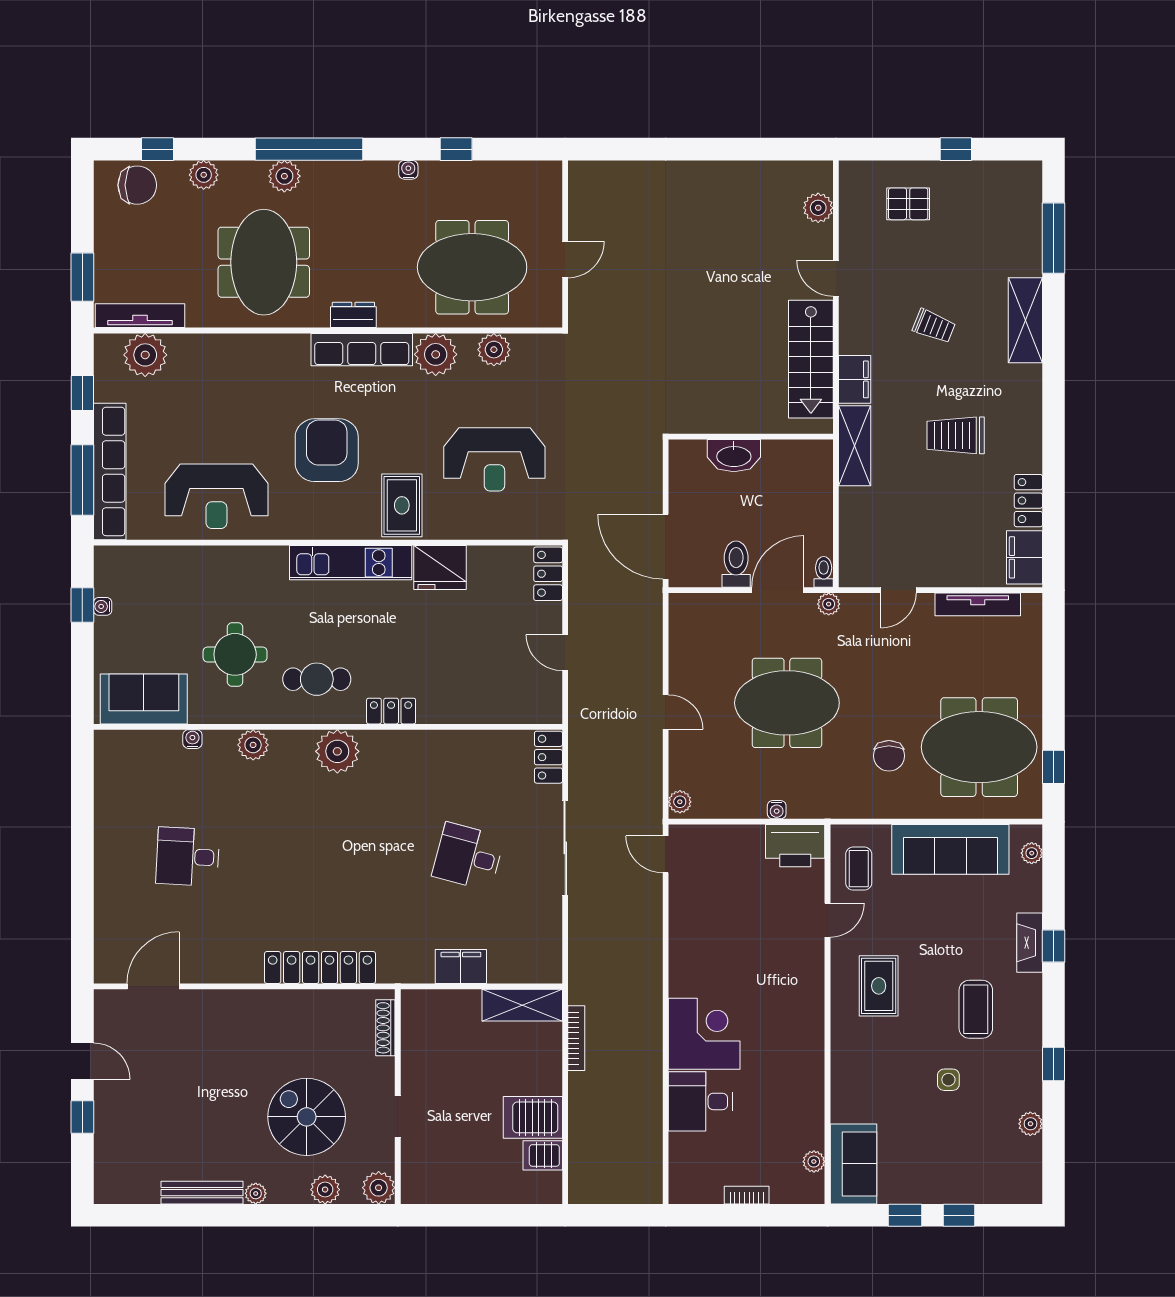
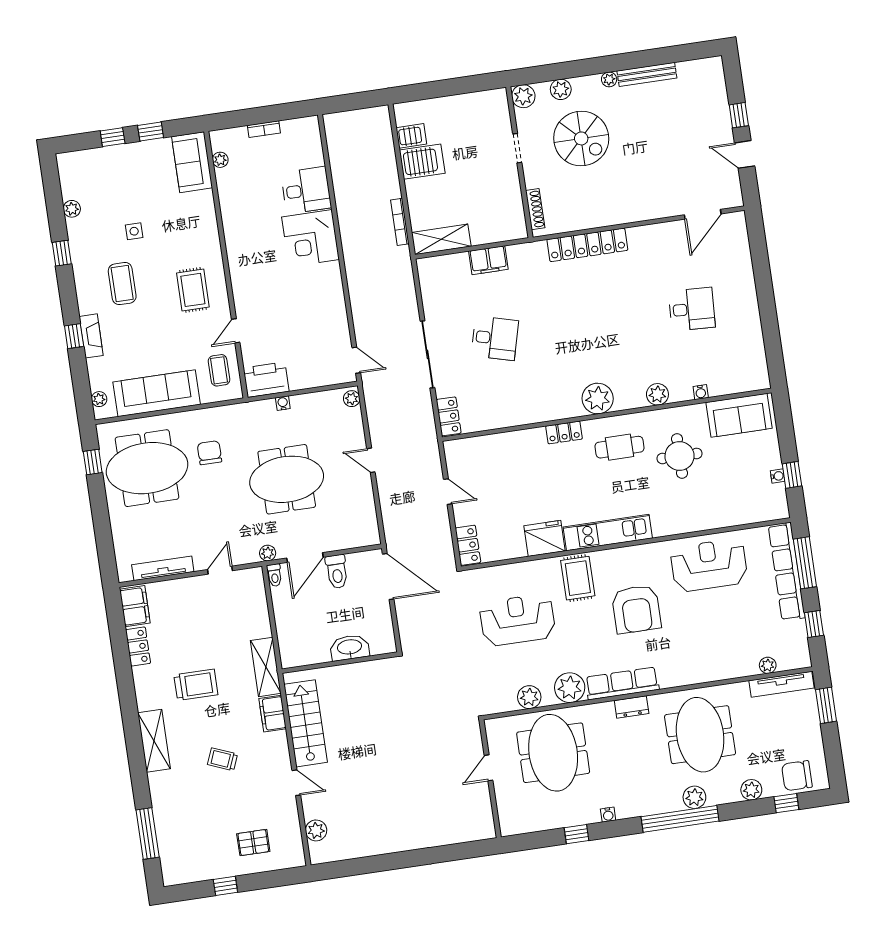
meeting table: (472, 267) -> (553, 753), turned 90
shelving: (1025, 320) -> (154, 741), moved
plant: (145, 355) -> (768, 665), width x0.53, depth x0.53

